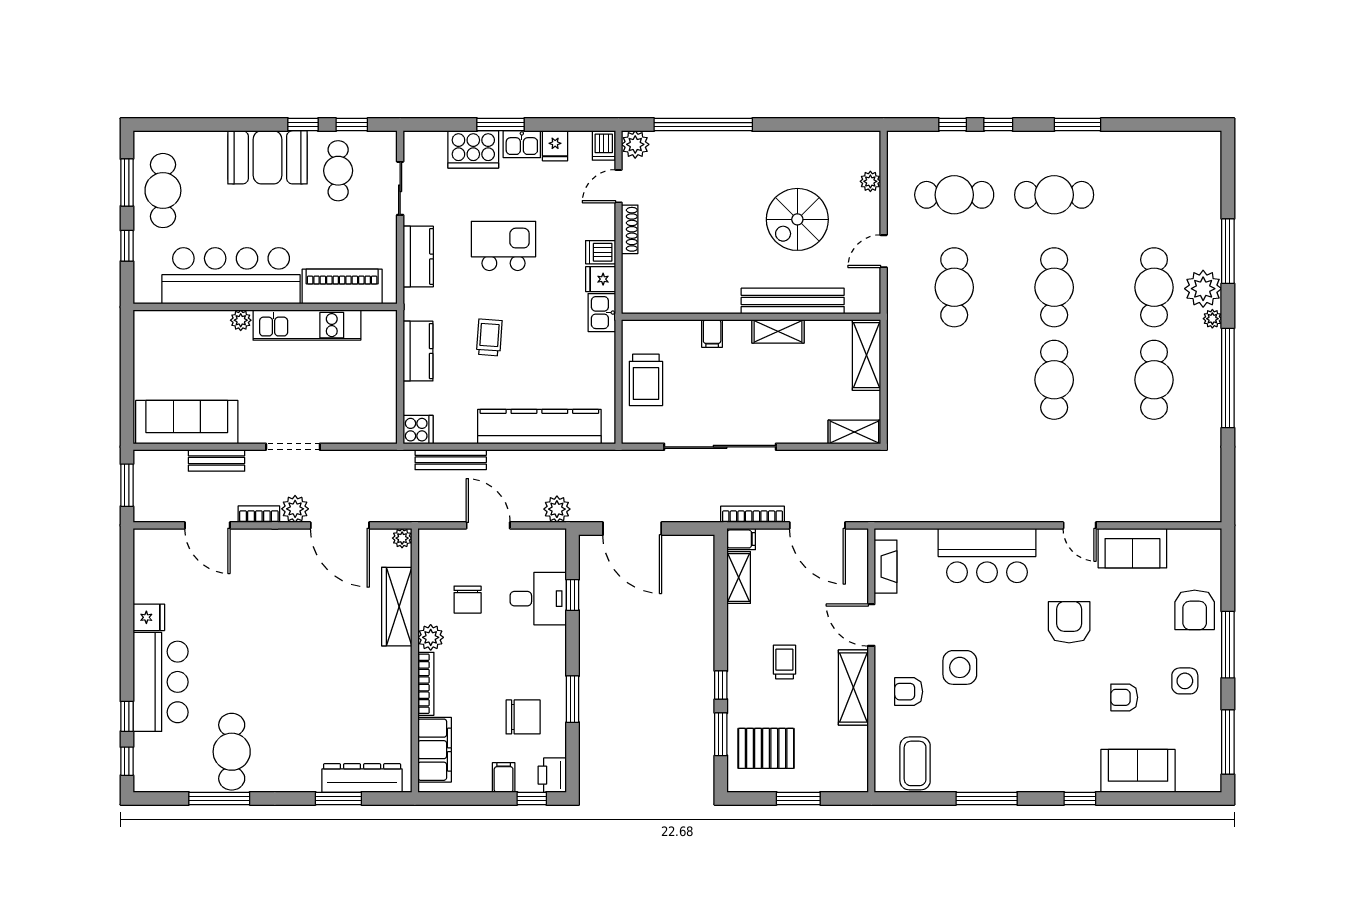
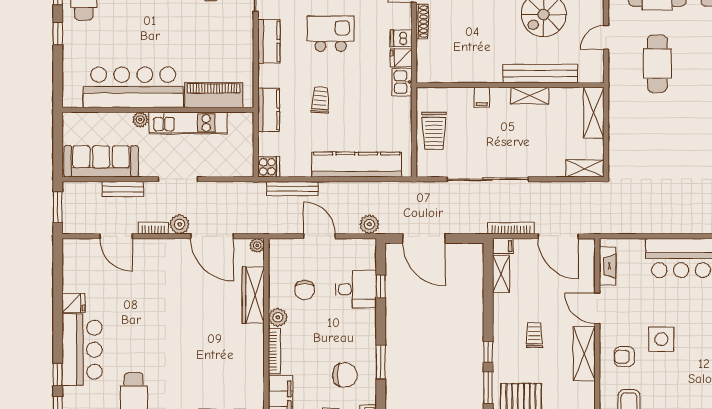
bar counter: (231, 276) -> (133, 87), moved
piano: (342, 287) -> (214, 95), moved
wall: (265, 307) -> (158, 110), moved
plant: (241, 320) -> (140, 120), moved
kitchen unit: (307, 325) -> (188, 123), moved

